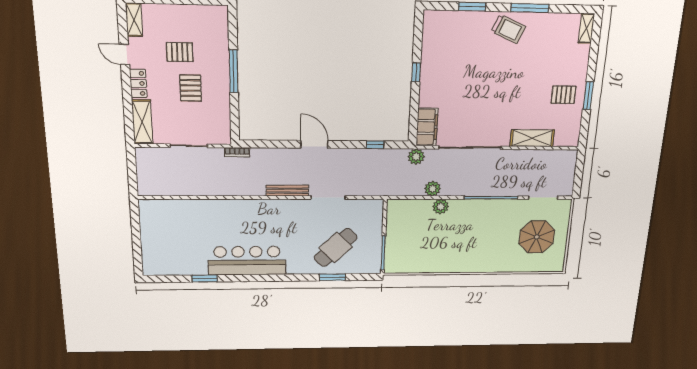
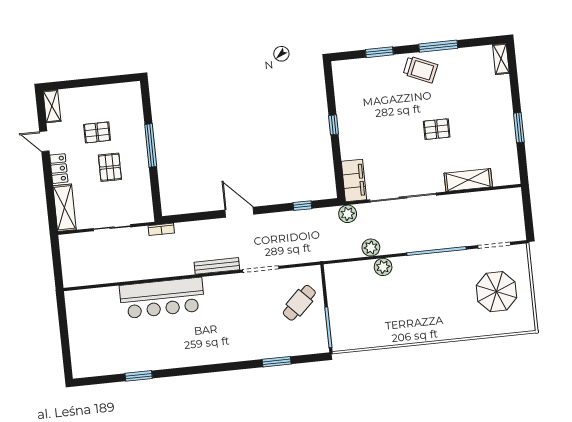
pallet: (563, 95) -> (437, 129), moved
cafe table: (336, 247) -> (299, 303), moved, width x0.73, depth x0.74
bar counter: (247, 261) -> (162, 298), moved, turned 180

